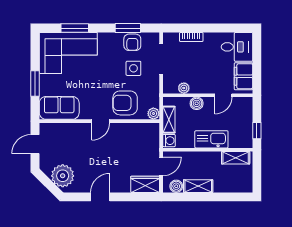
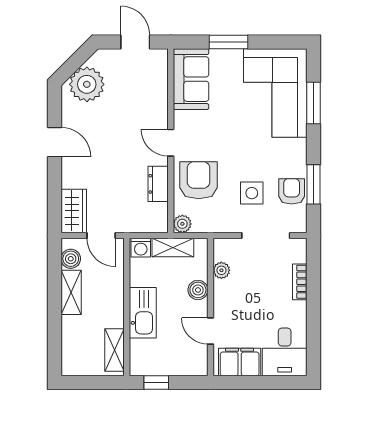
armchair: (132, 42) -> (292, 191), turned 90
dresser: (127, 129) -> (158, 184), added

